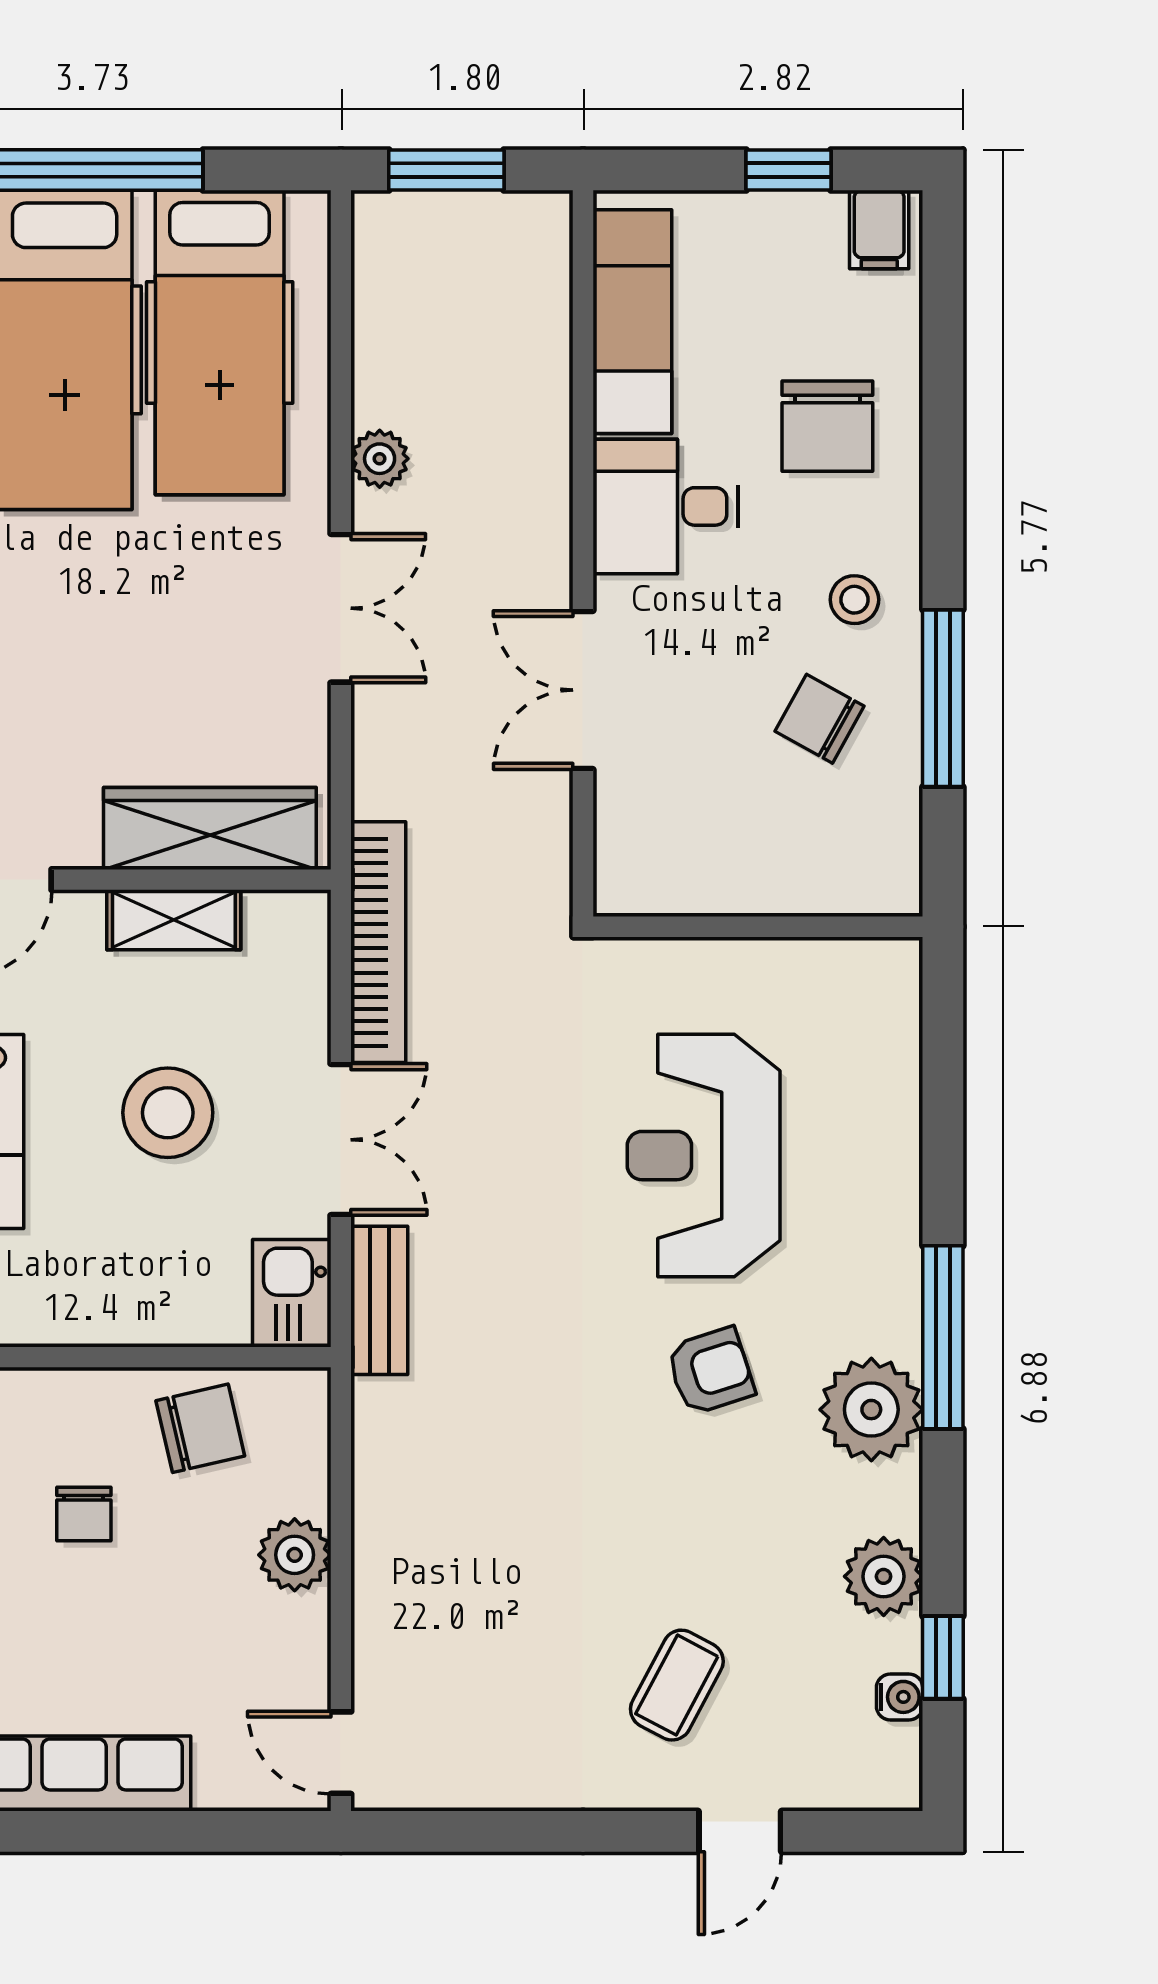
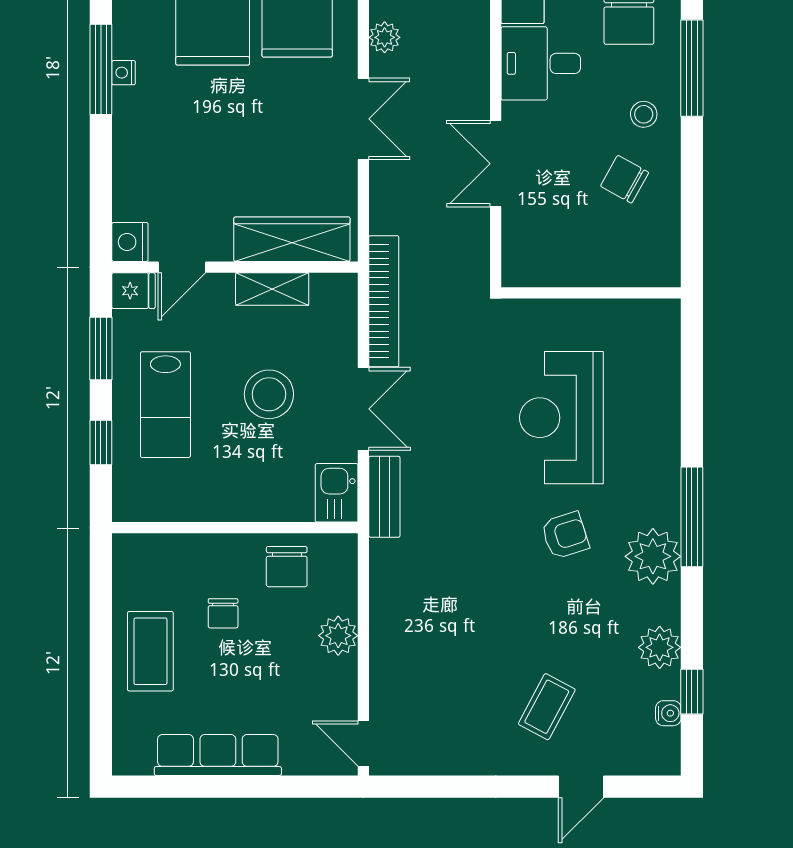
window: (943, 698) -> (692, 68), moved
chair: (200, 1428) -> (287, 567), turned 103

